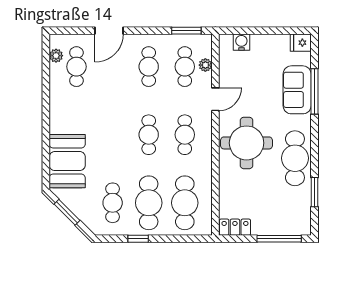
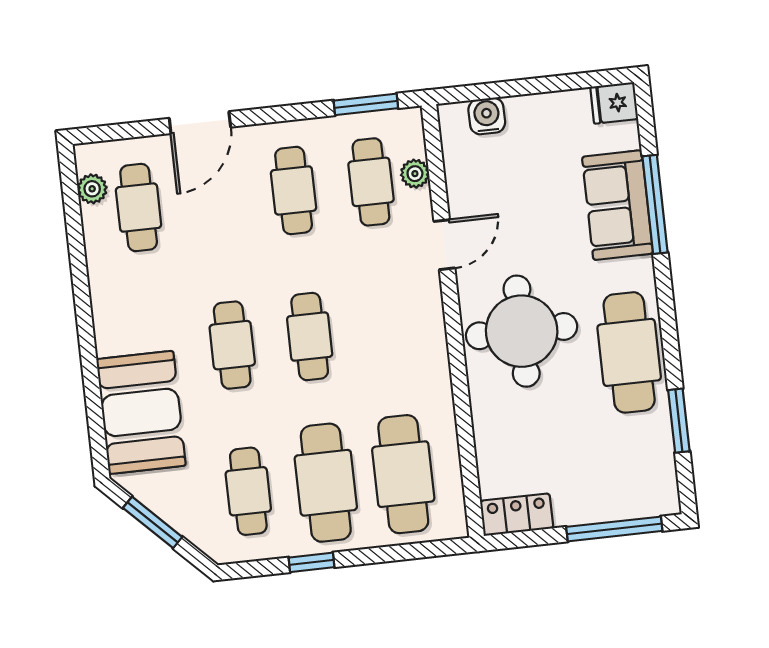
cafe table: (185, 135) -> (232, 345), moved

